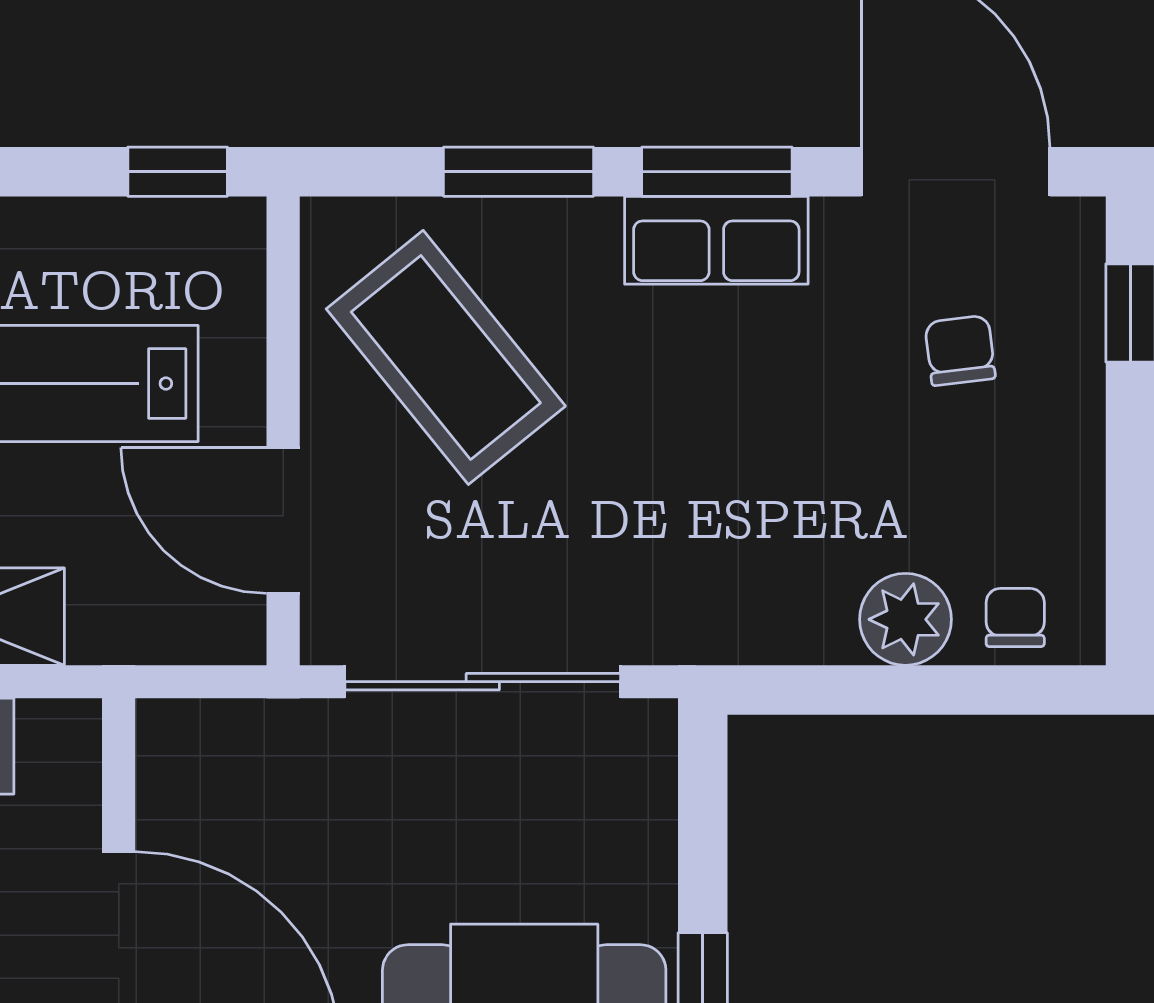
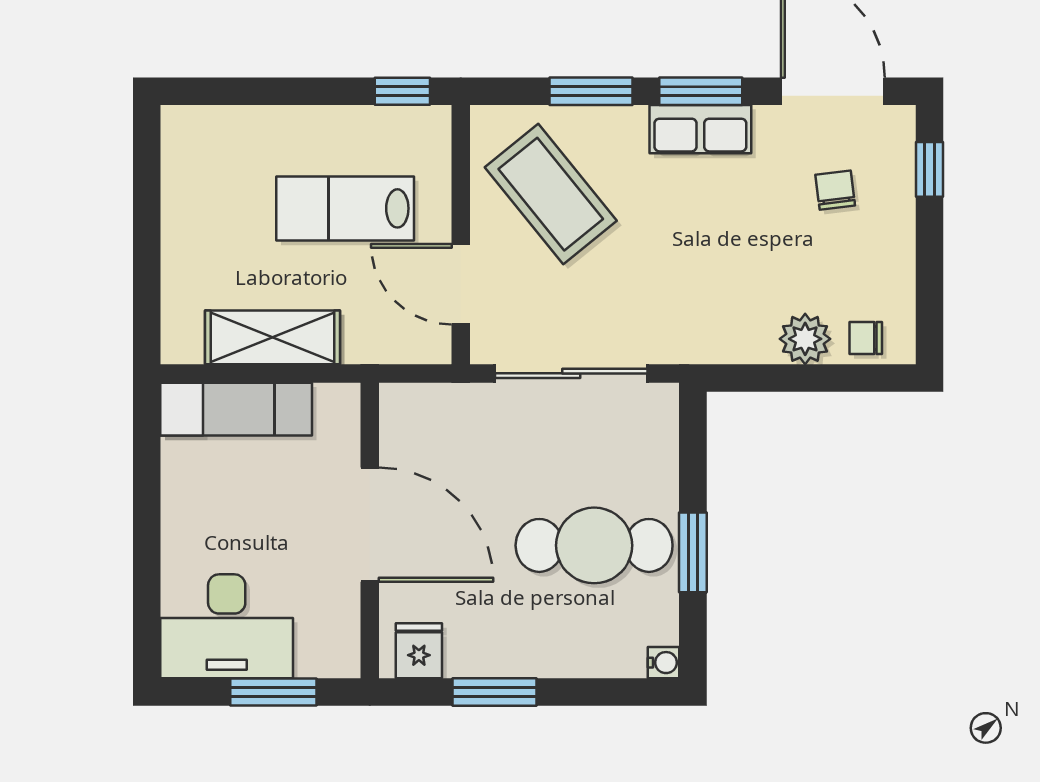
chair: (1015, 618) -> (866, 338), turned -90

